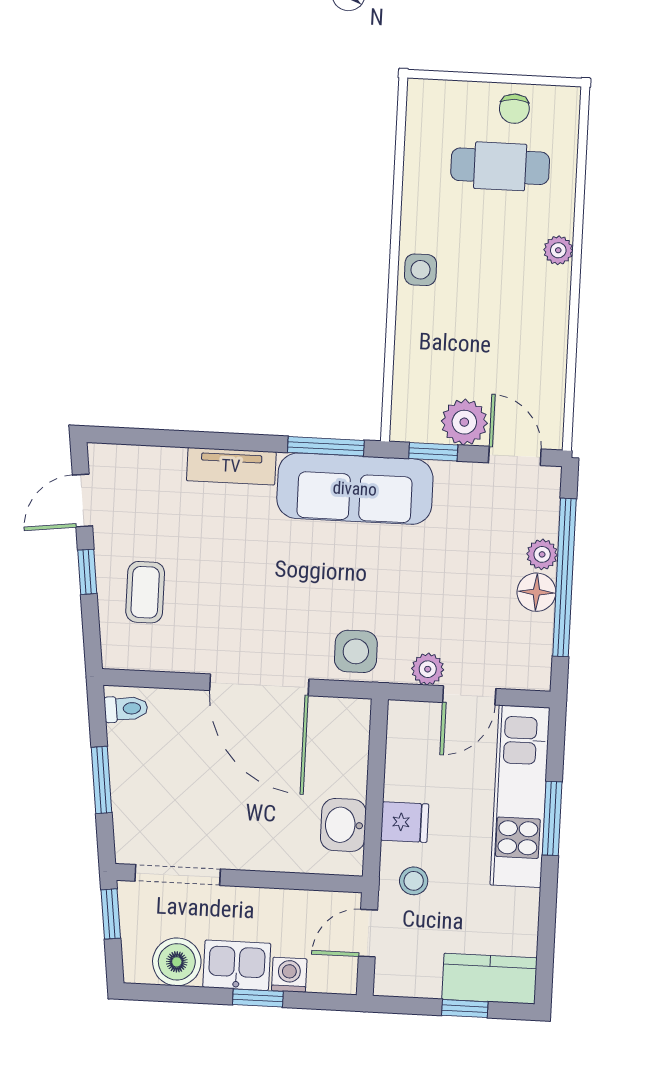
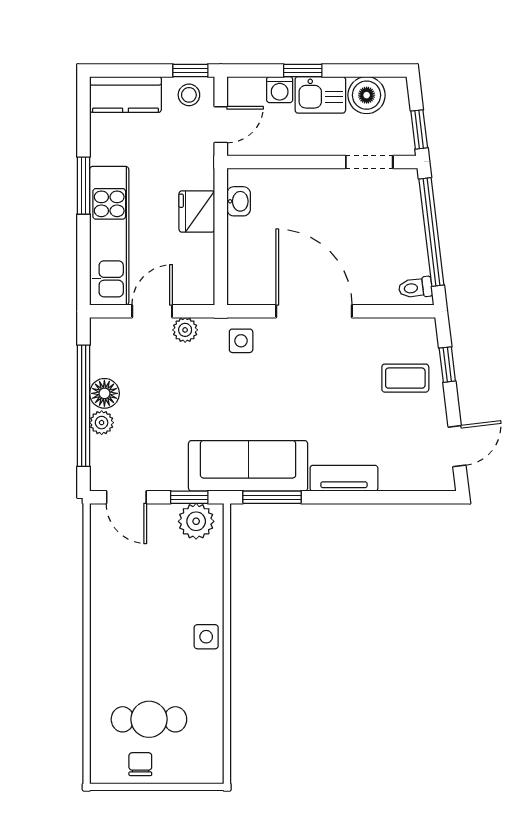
plant: (558, 250) -> (101, 657), removed
plant: (464, 422) -> (196, 521), moved
window: (87, 572) -> (447, 365), moved
coffee table: (145, 592) -> (405, 378), turned 90
side table: (356, 651) -> (241, 341), width x0.73, depth x0.73
window: (102, 780) -> (431, 232), width x2.11
window: (552, 818) -> (84, 186), moved
fridge: (405, 822) -> (197, 211), width x1.38
washbasin: (343, 825) -> (239, 201), width x0.72, depth x0.69
doorway: (178, 875) -> (369, 162), width x0.73
stool: (414, 881) -> (189, 95), moved
window: (465, 1009) -> (190, 70), moved

